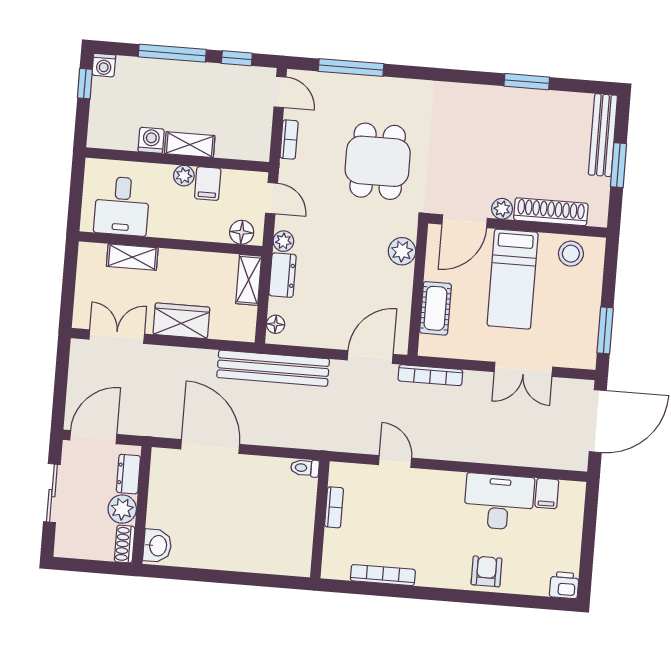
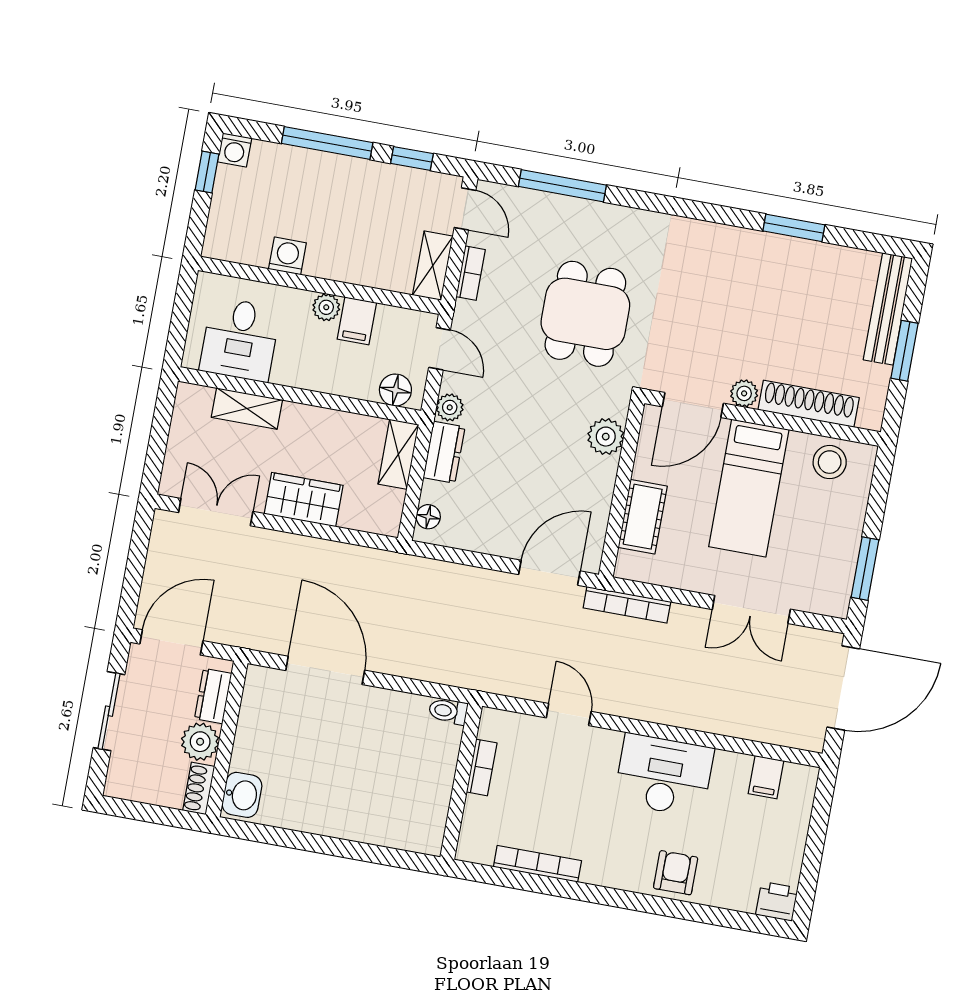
shelving: (190, 145) -> (433, 266), moved, turned 90
bench: (273, 368) -> (419, 575), removed
desk: (499, 502) -> (664, 775), moved

